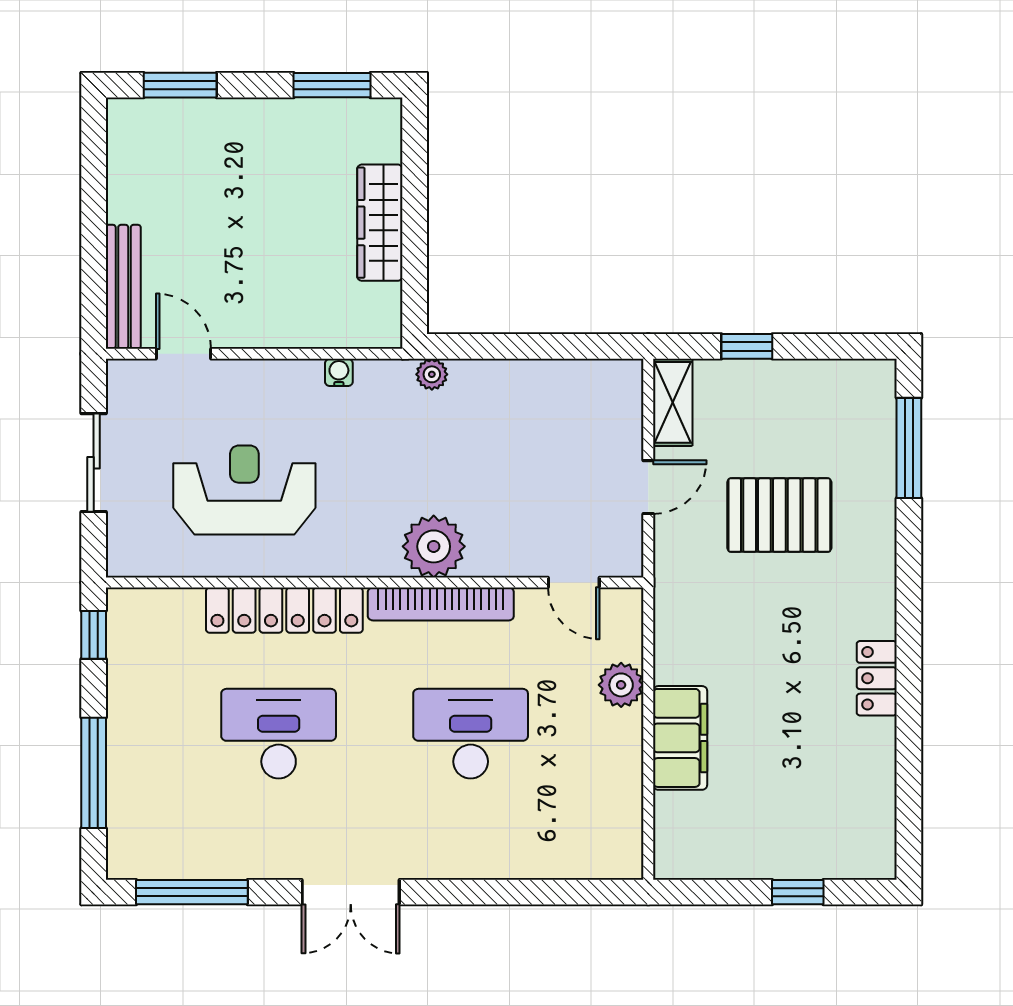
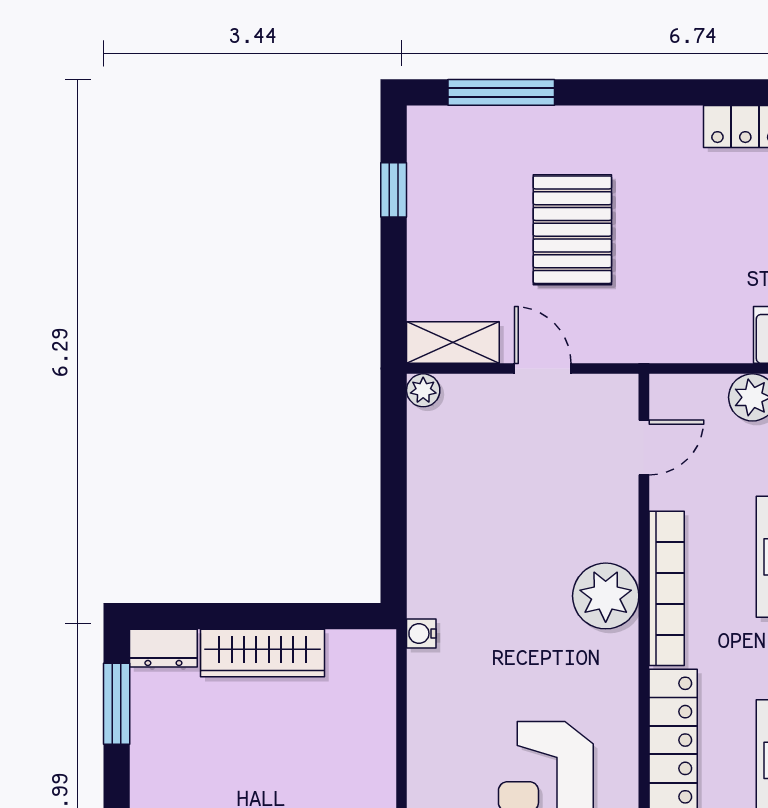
dresser: (384, 129) -> (163, 648), added
window: (747, 346) -> (394, 190), moved
water cooler: (339, 372) -> (421, 634), moved
plant: (432, 374) -> (423, 390), moved

